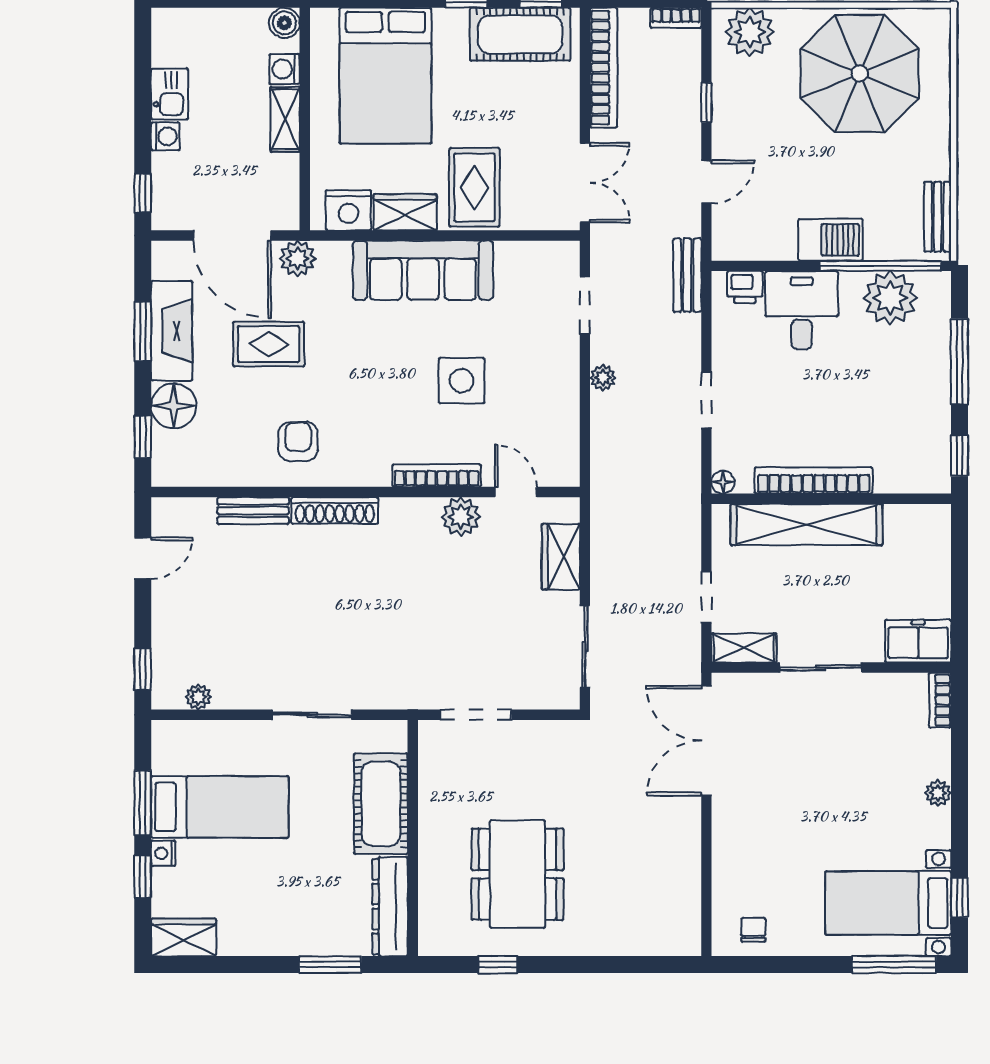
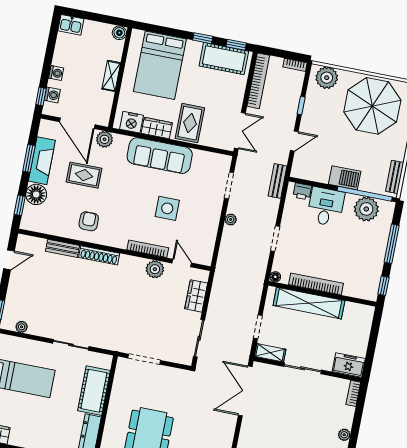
washing machine: (285, 69) -> (52, 95), moved, turned 180
kitchen sink: (170, 94) -> (71, 25), moved, turned 90

